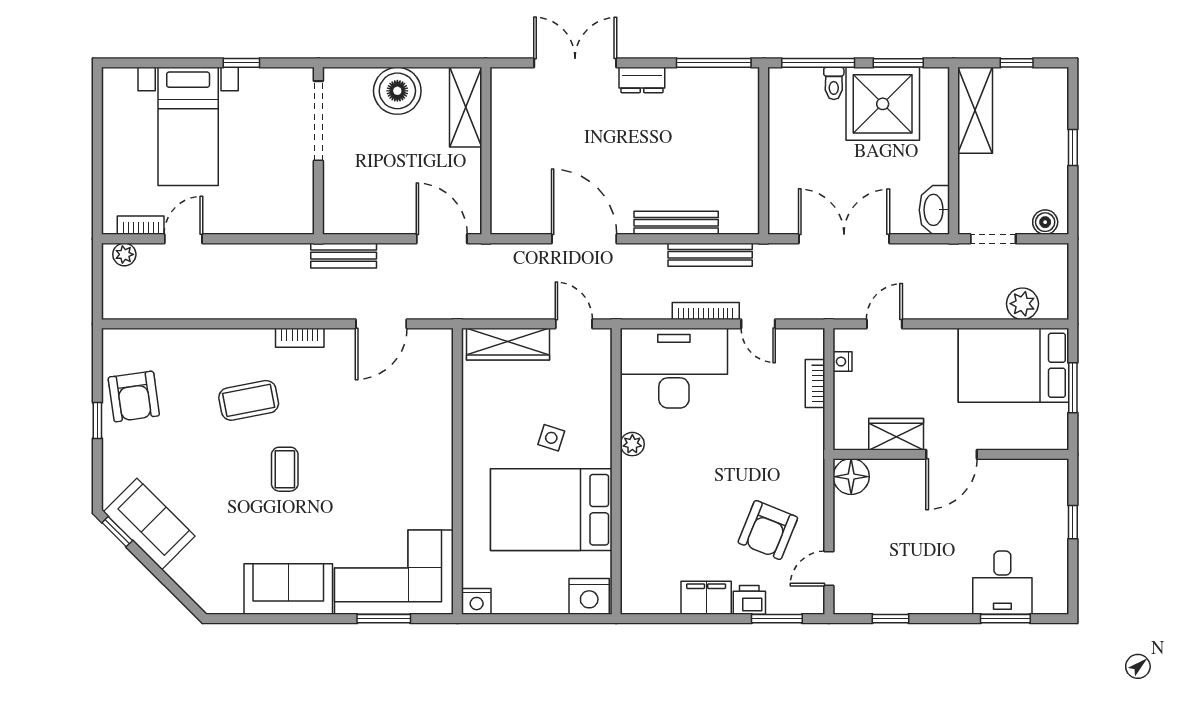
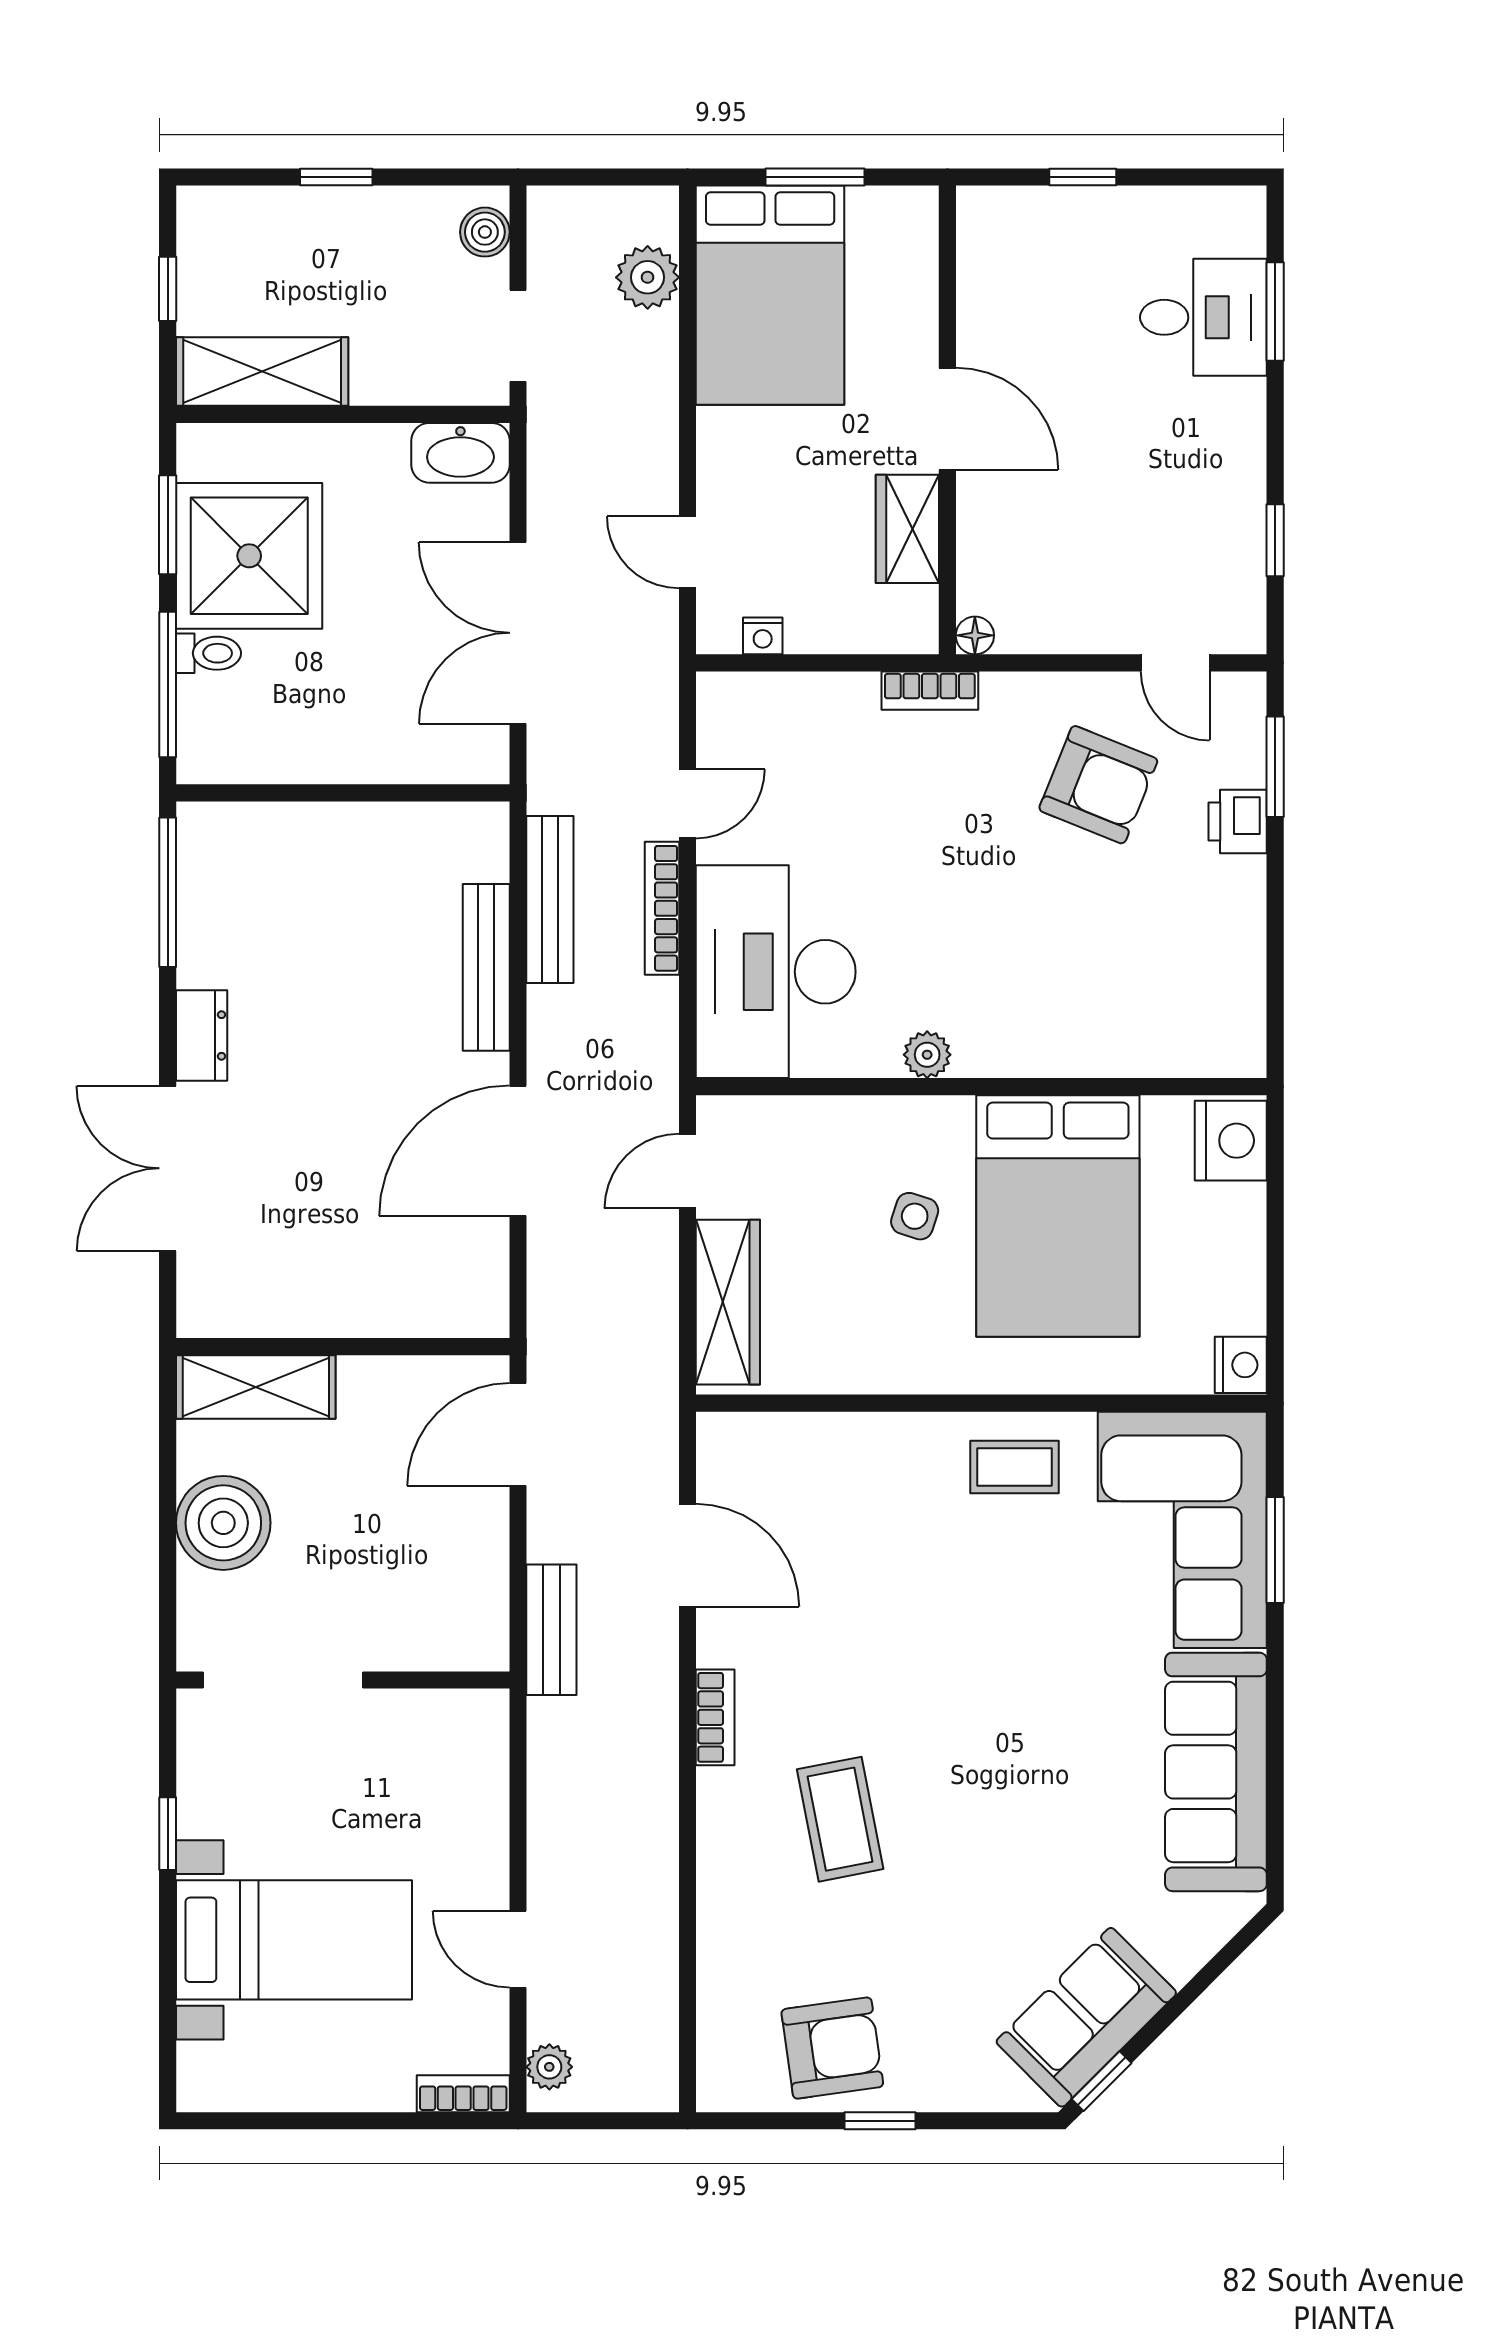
bookcase: (141, 225) -> (463, 2094), moved, turned 90
bookcase: (815, 383) -> (930, 691), moved
coffee table: (285, 469) -> (1015, 1467), moved
floor lamp: (851, 477) -> (975, 635), width x0.53, depth x0.53
sofa: (288, 589) -> (1216, 1772), width x1.36
filing cabinet: (706, 598) -> (1234, 908), removed

